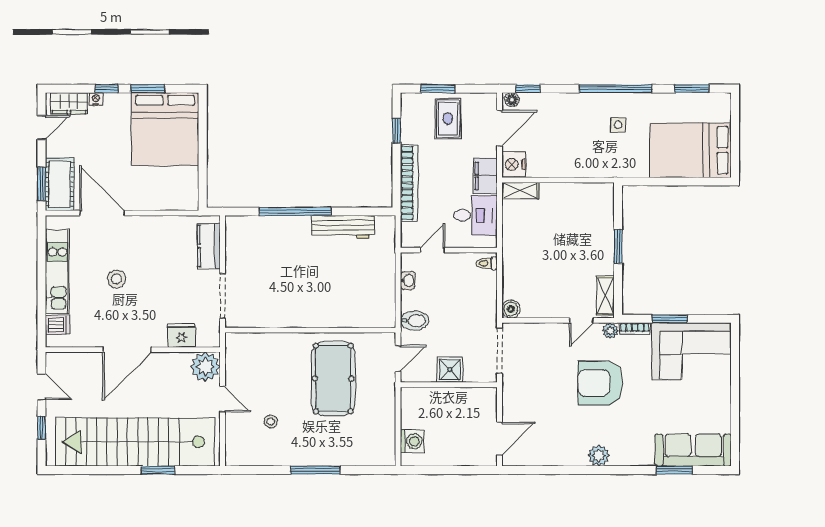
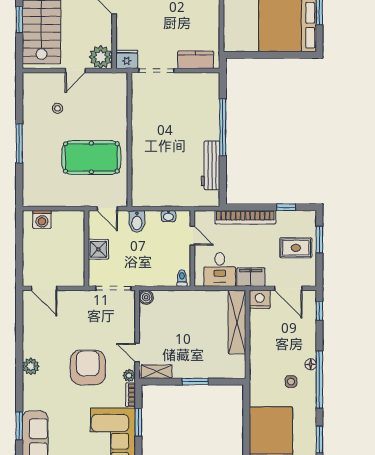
floor lamp: (512, 100) -> (311, 364), moved
shelving: (520, 191) -> (237, 322), width x2.20, depth x1.33
fridge: (182, 335) -> (127, 59), moved, turned -90

